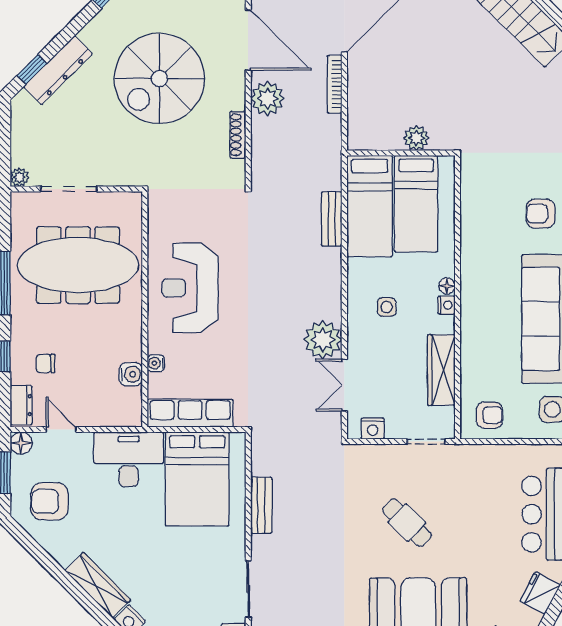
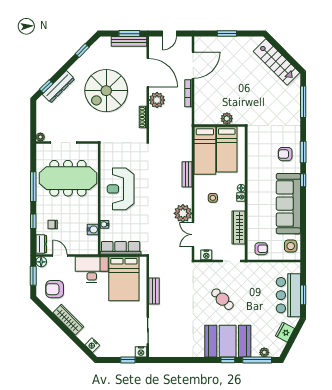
bench: (332, 219) -> (187, 174), moved
wardrobe: (98, 585) -> (68, 320), moved

